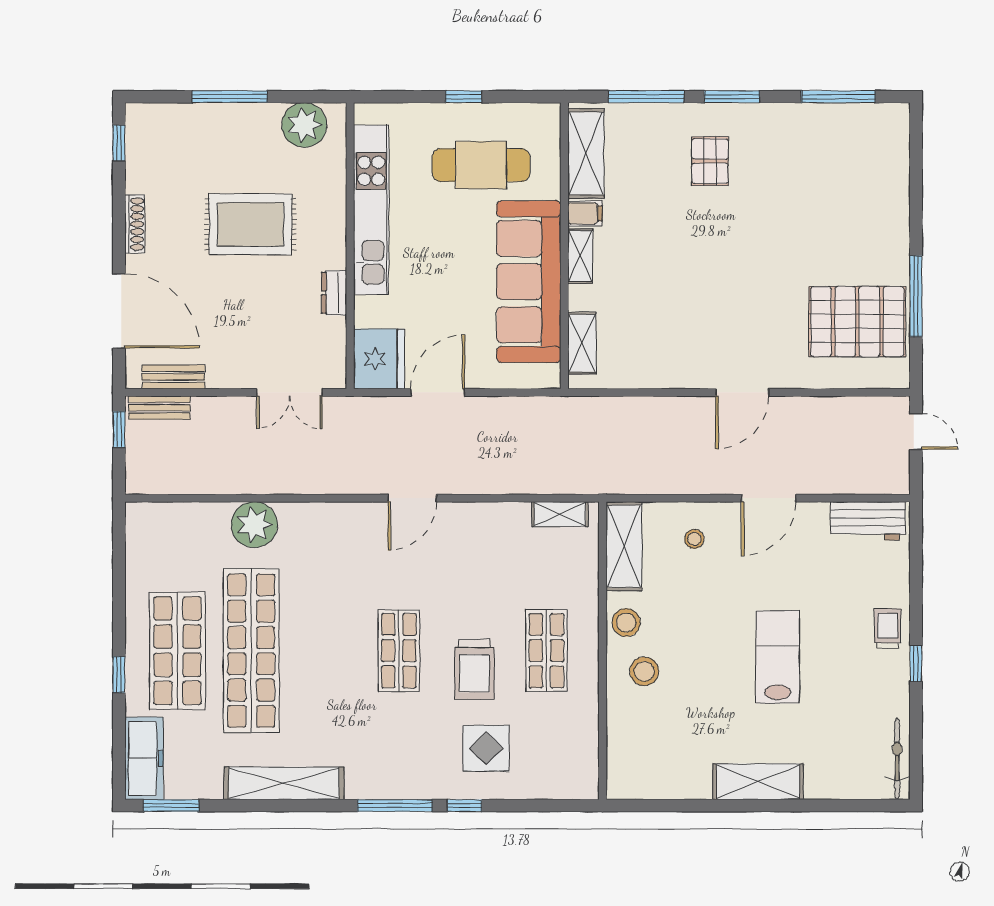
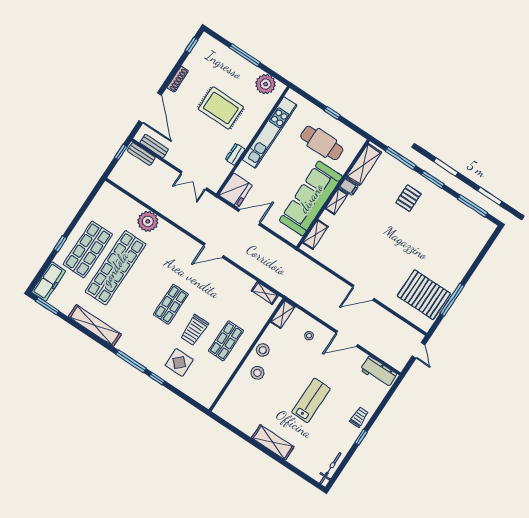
shelving: (624, 546) -> (283, 314), width x0.67, depth x0.75

